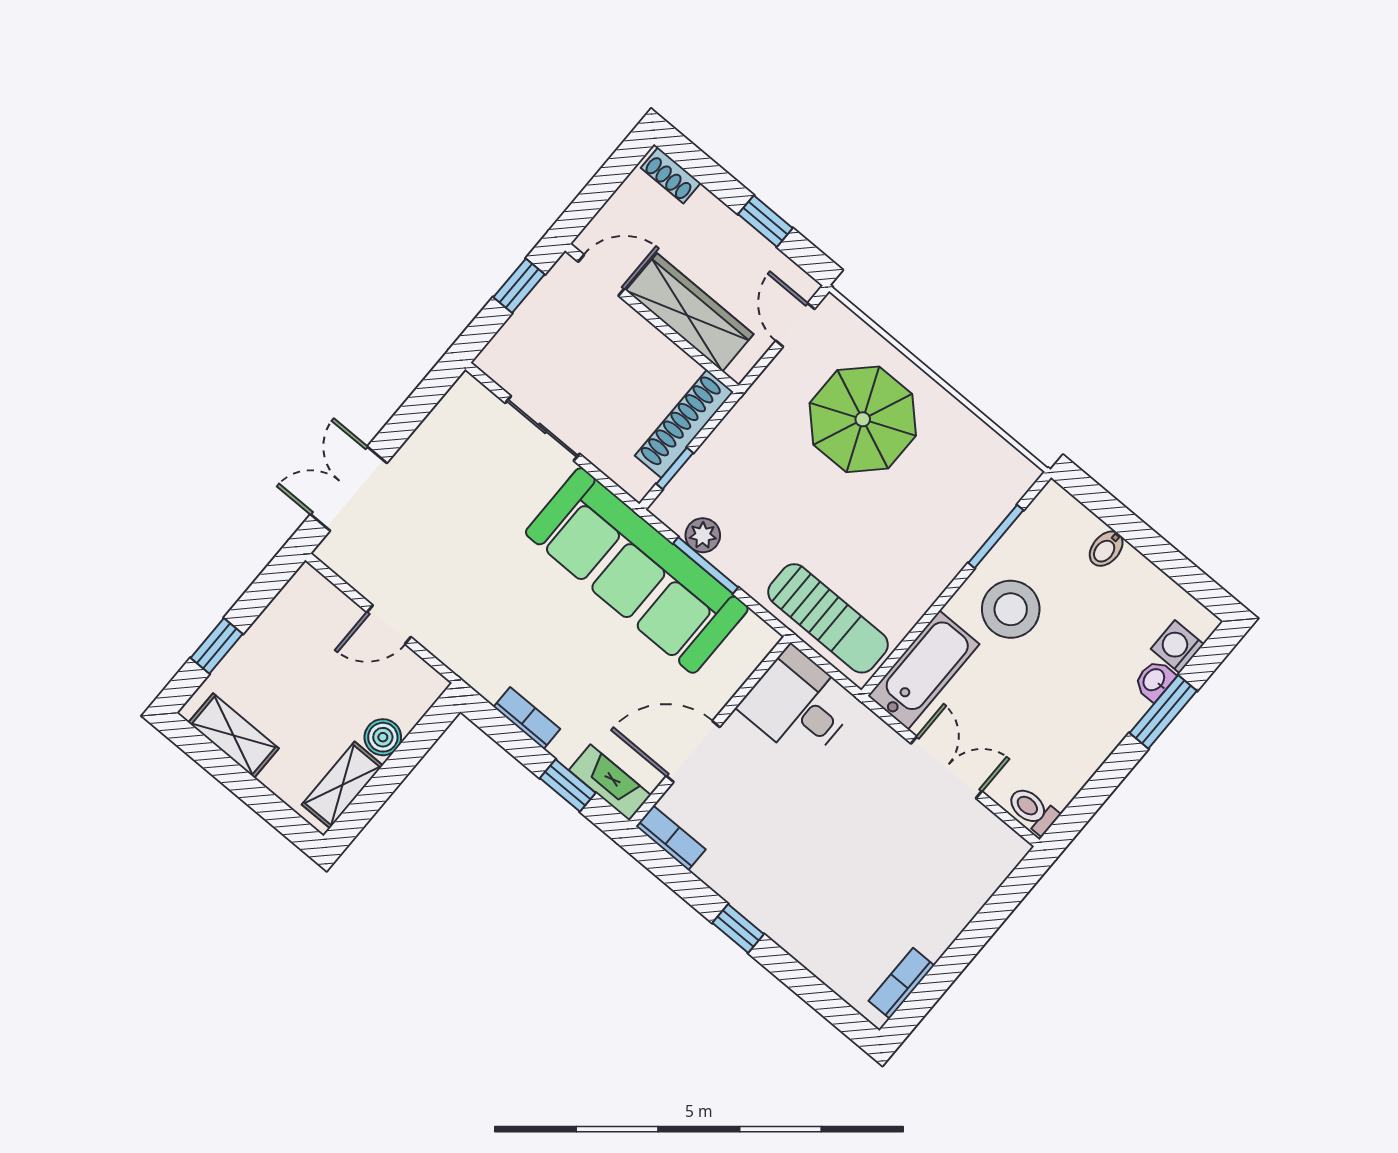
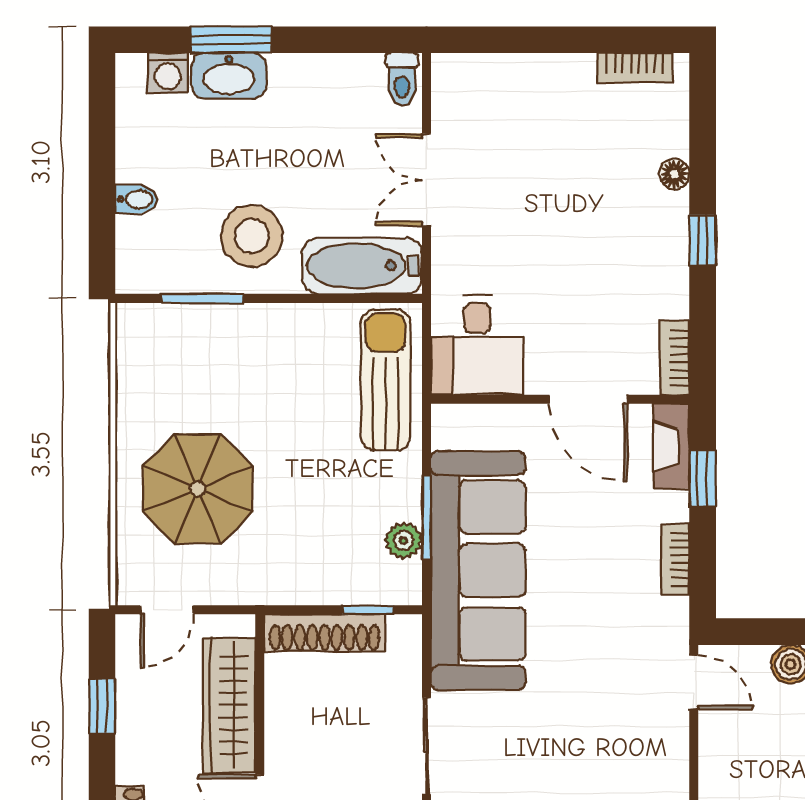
door: (389, 625) -> (694, 683), moved
washbasin: (1154, 680) -> (229, 76), width x1.91, depth x1.45
floor lamp: (802, 947) -> (674, 174), added

